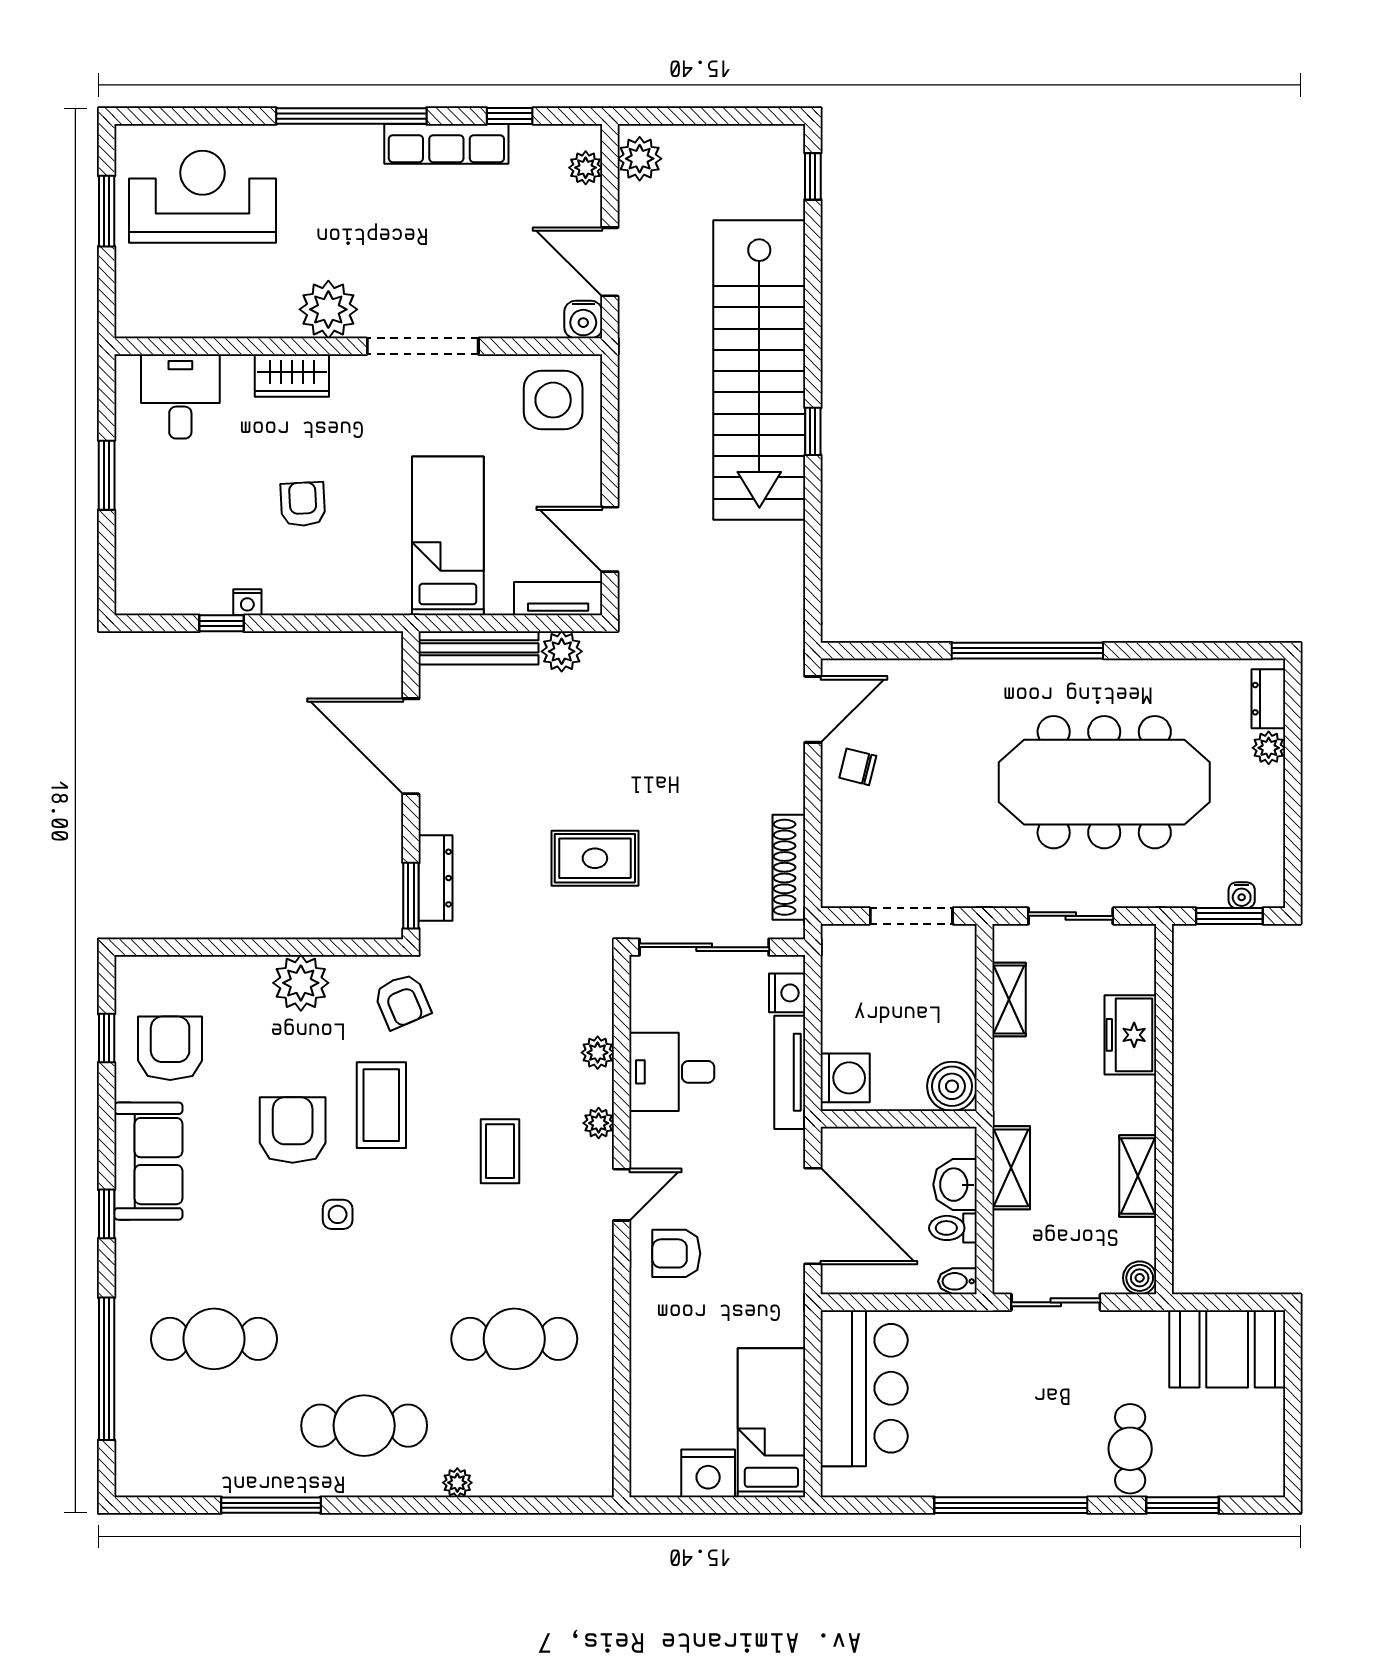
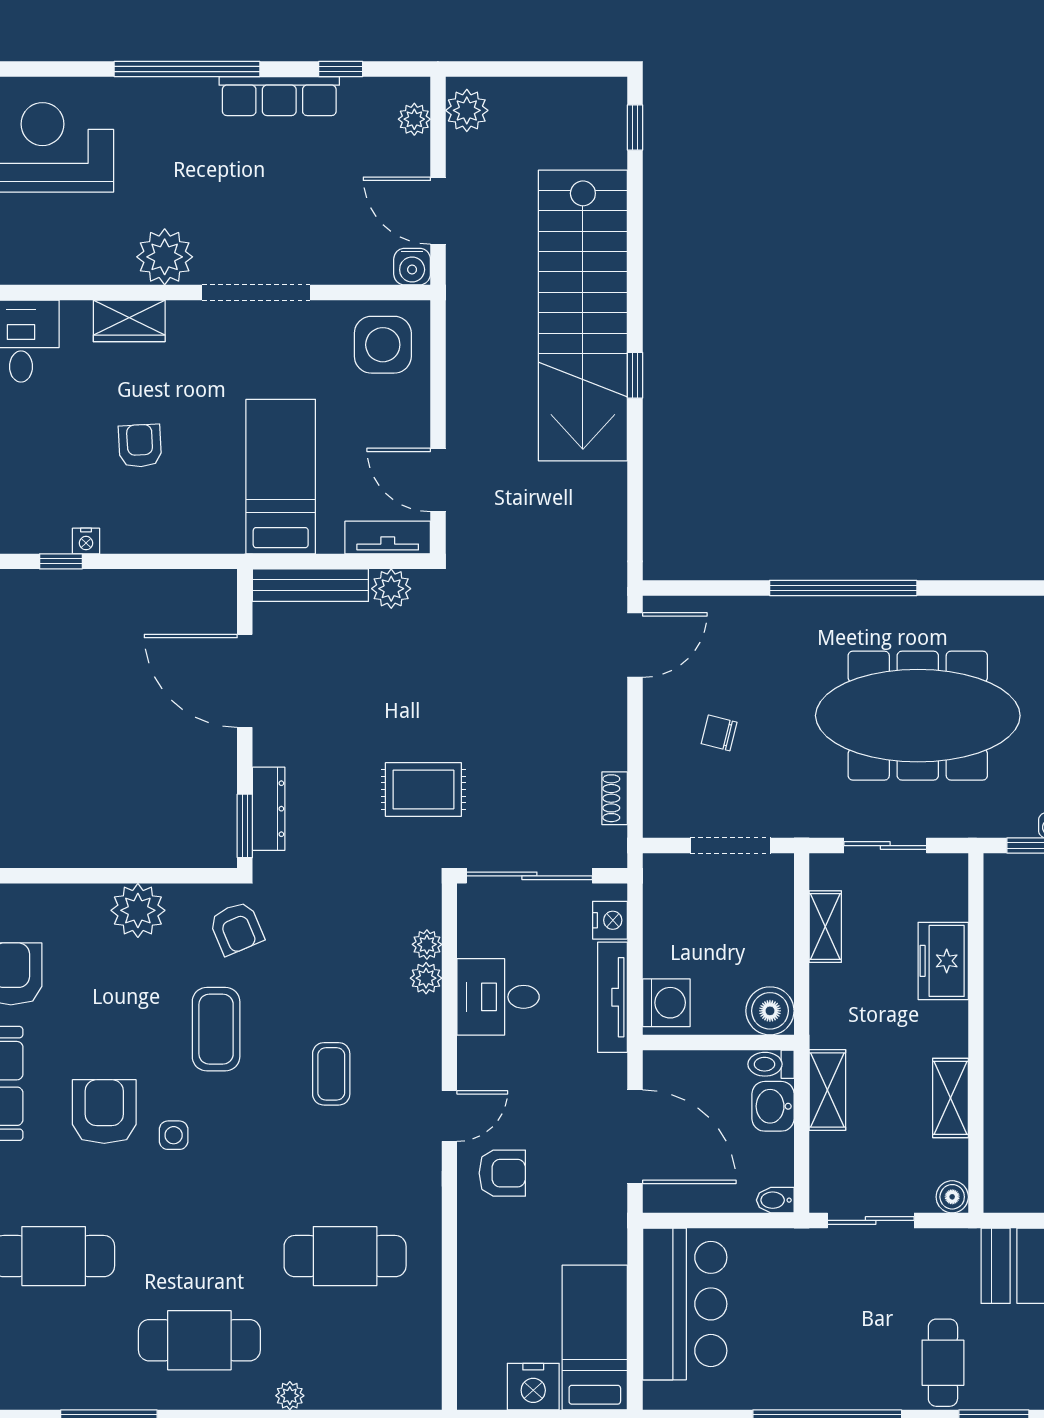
chair: (858, 767) -> (719, 733), moved
shoe rack: (789, 867) -> (615, 798), width x0.51, depth x0.81
plant: (599, 1123) -> (427, 944), moved
armchair: (293, 1130) -> (104, 1112), moved
toilet: (953, 1228) -> (771, 1064), moved
armchair: (676, 1253) -> (502, 1173), turned 180

